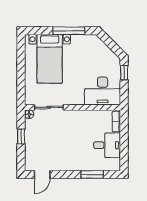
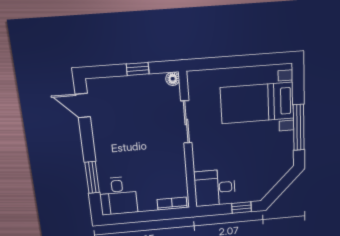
desk: (103, 91) -> (215, 188), width x0.73
sliding door: (49, 107) -> (186, 122), moved
desk: (107, 145) -> (118, 196), moved

